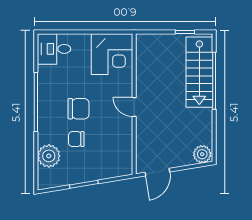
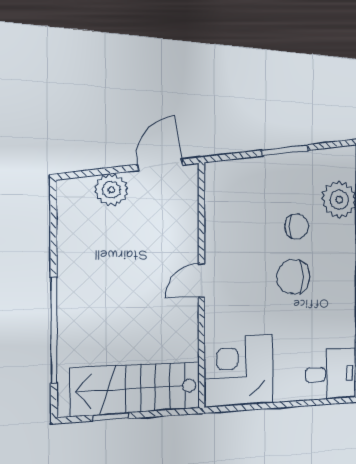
stairs: (199, 72) -> (136, 389), moved, turned -90
door: (134, 107) -> (202, 280), swing flipped
plant: (202, 154) -> (111, 190), moved

